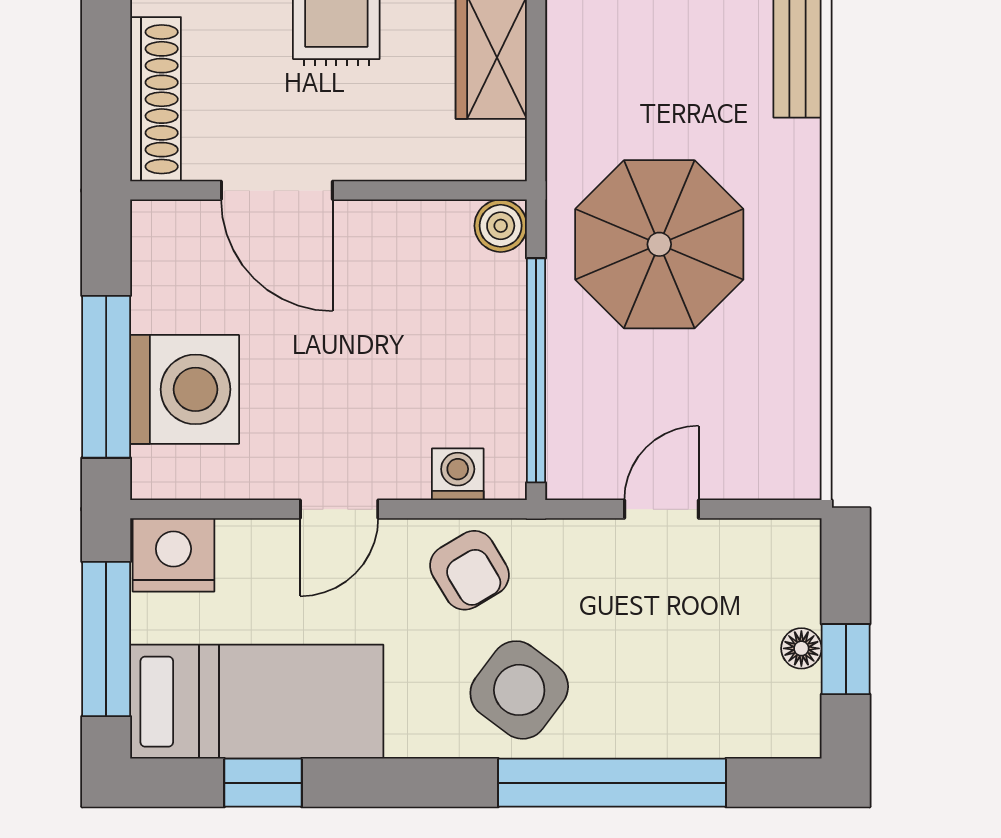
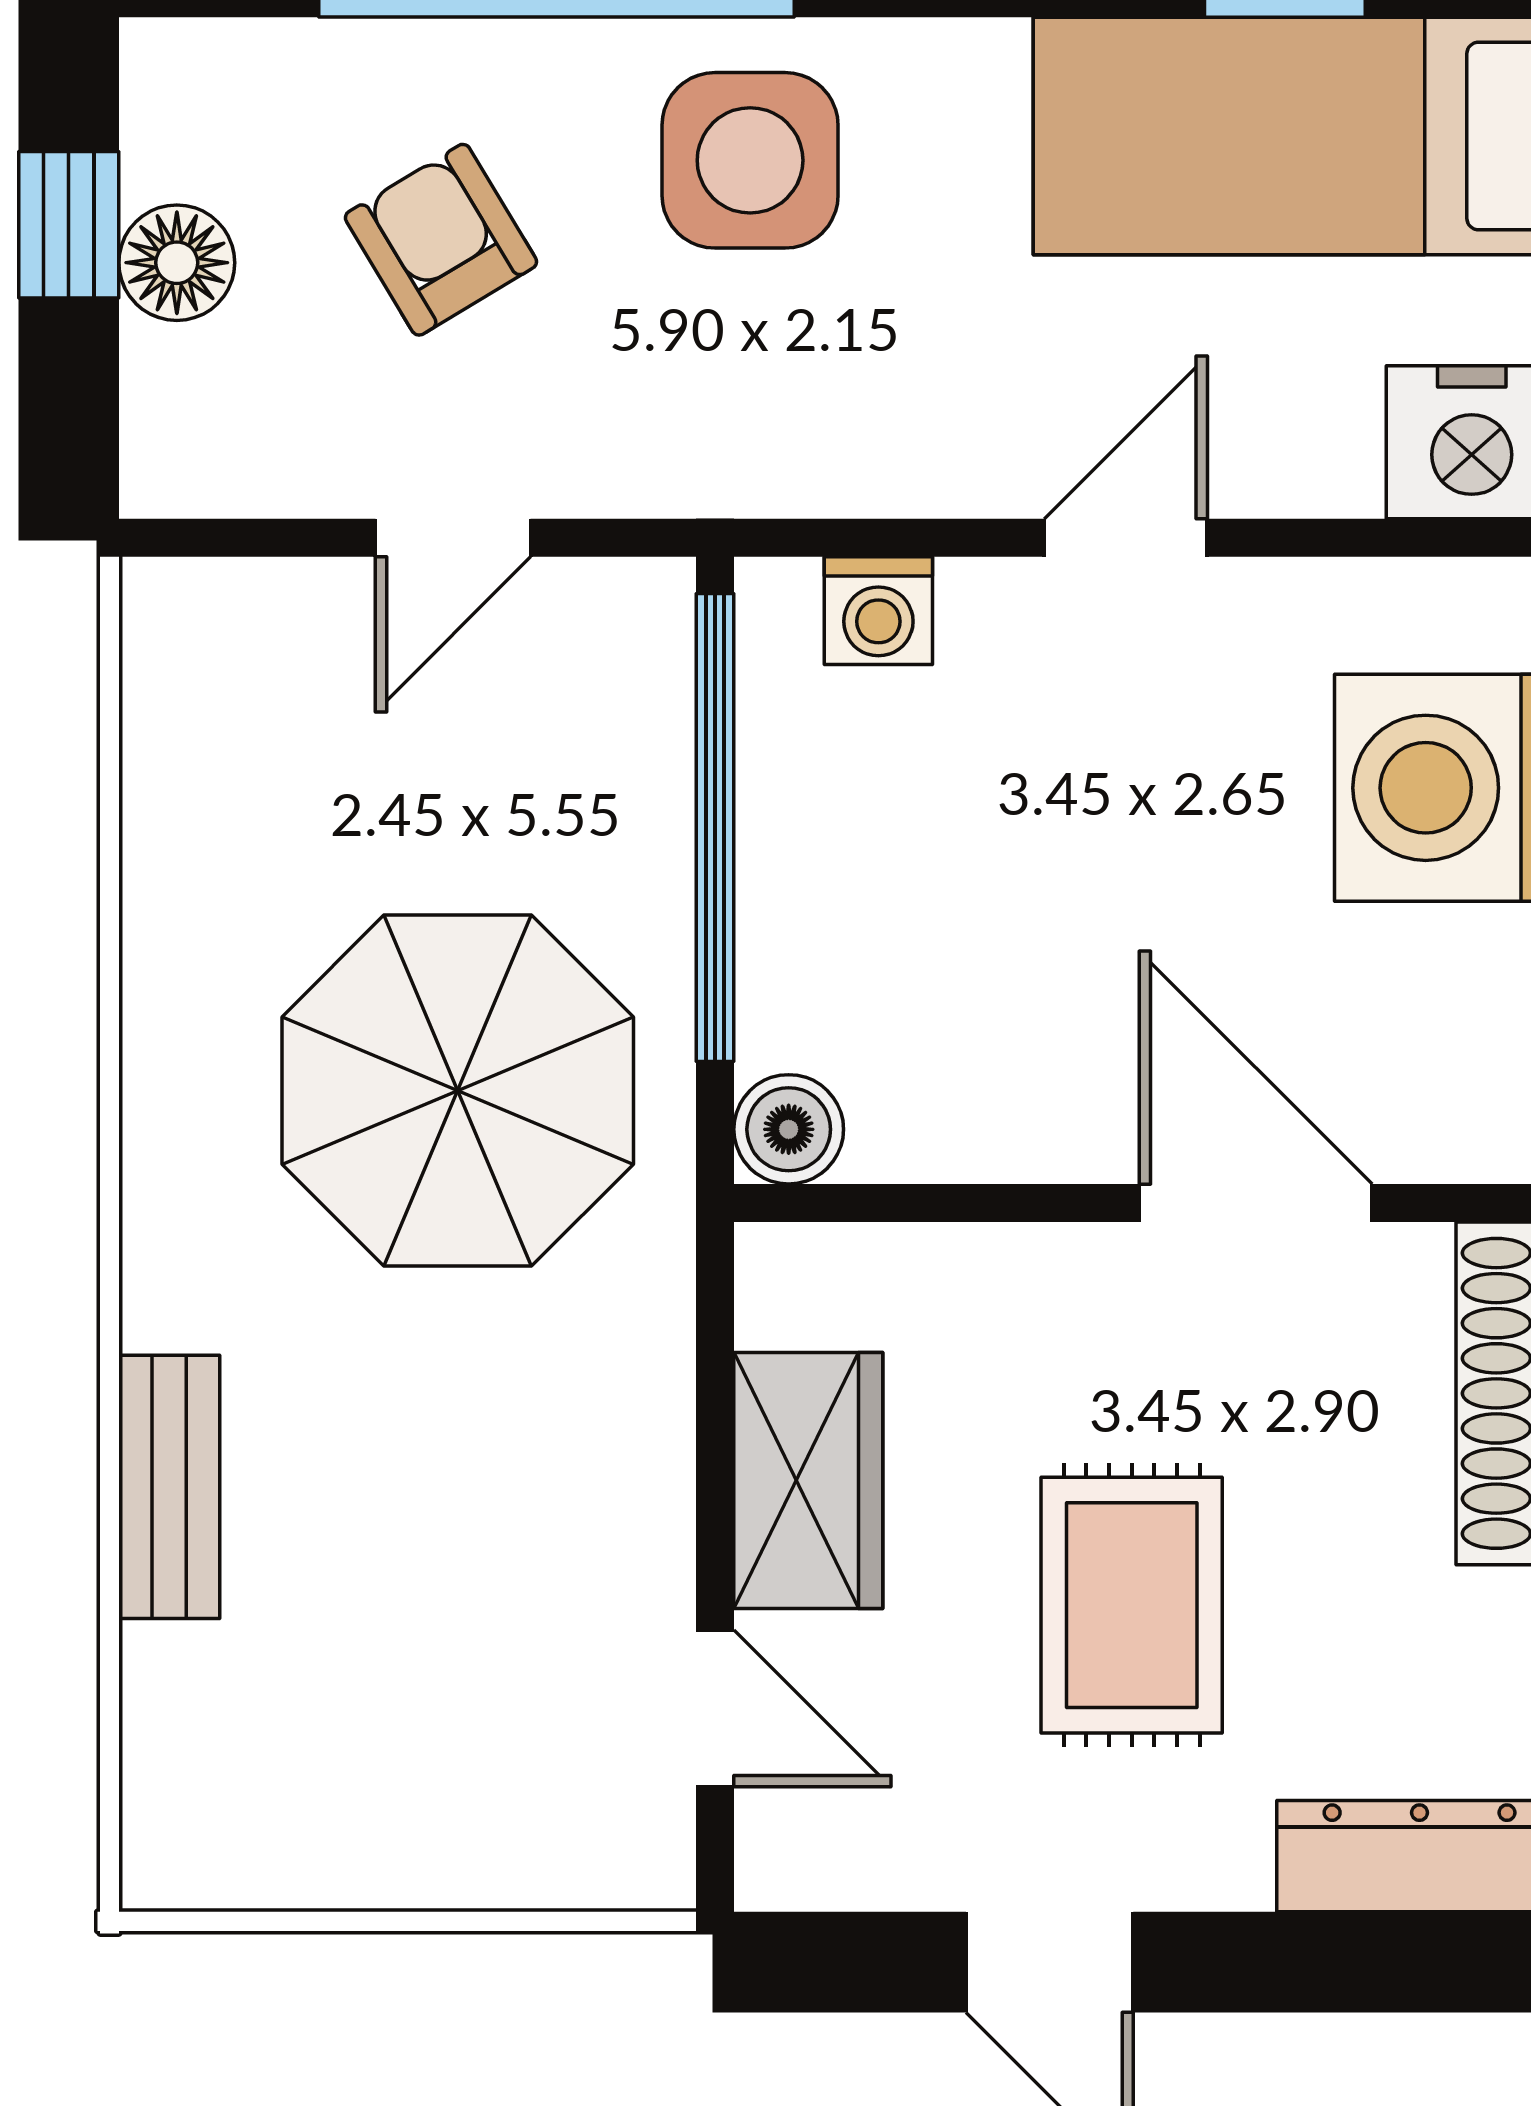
armchair: (469, 570) -> (441, 240), moved
floor lamp: (801, 648) -> (177, 263), width x1.37, depth x1.37
side table: (519, 690) -> (750, 160), turned -37

